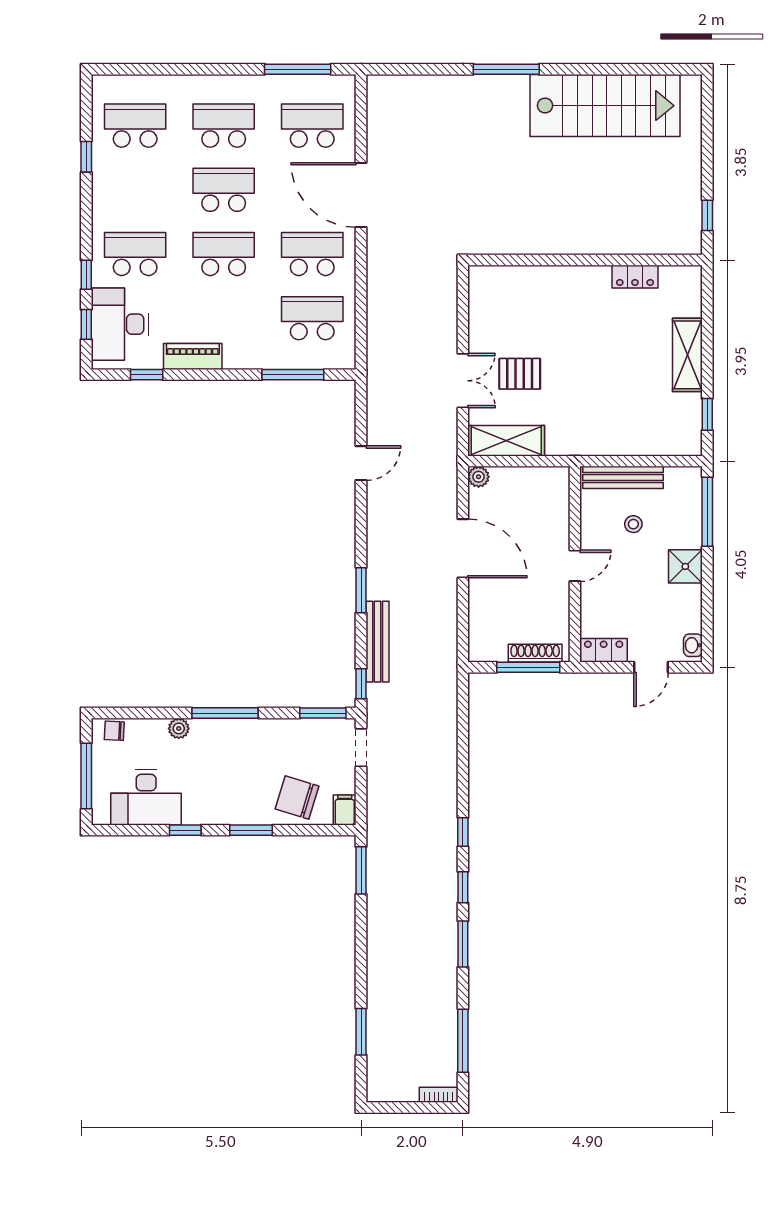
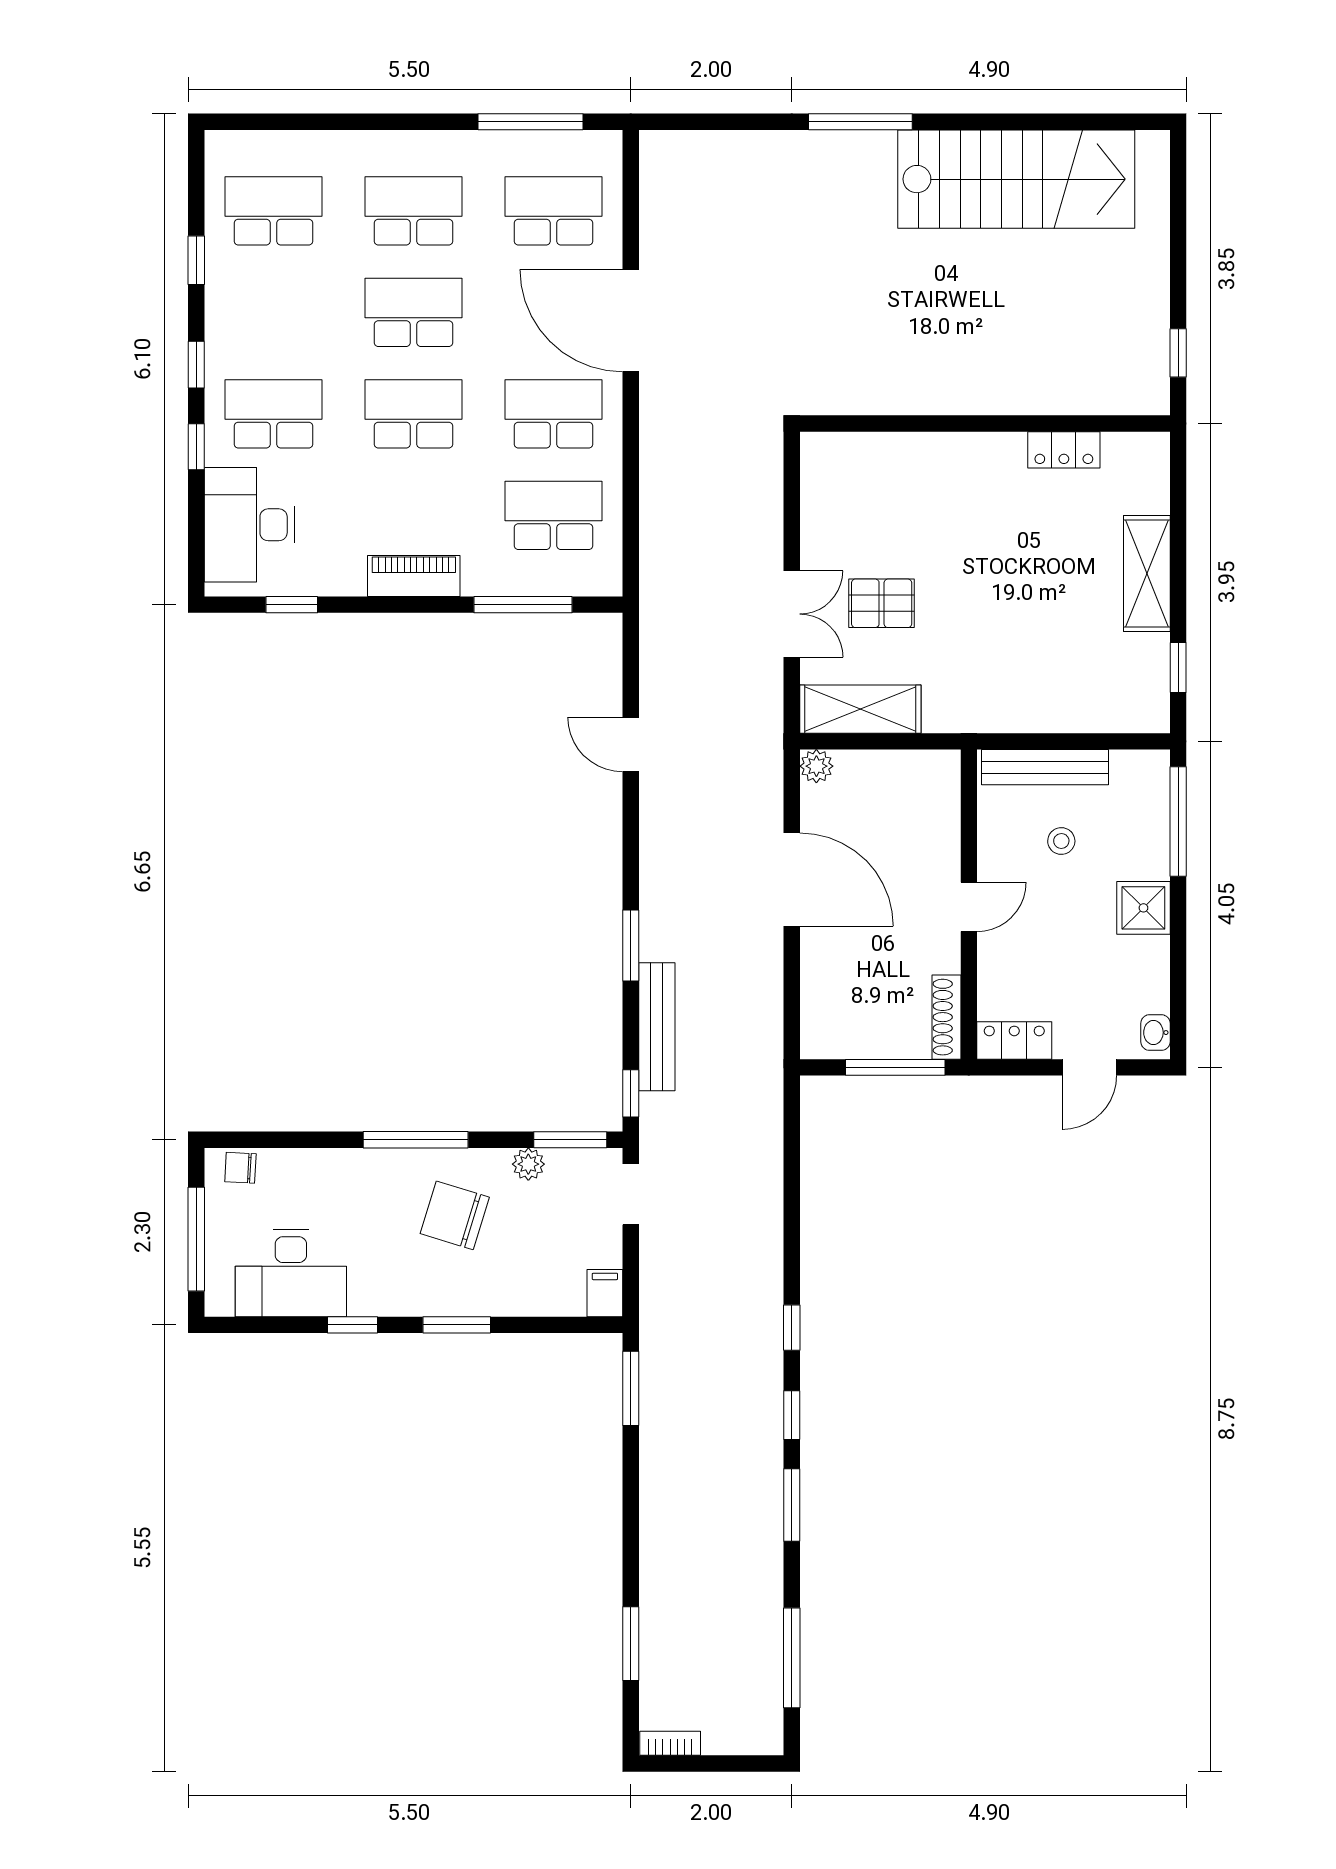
window: (86, 324) -> (196, 365), moved
piano: (193, 356) -> (414, 576), moved
door: (361, 463) -> (631, 745), swing flipped
shoe rack: (535, 653) -> (946, 1017), moved, turned -90
plant: (179, 728) -> (528, 1164), moved
chair: (297, 797) -> (455, 1215), moved
bookcase: (439, 1095) -> (670, 1743), moved

